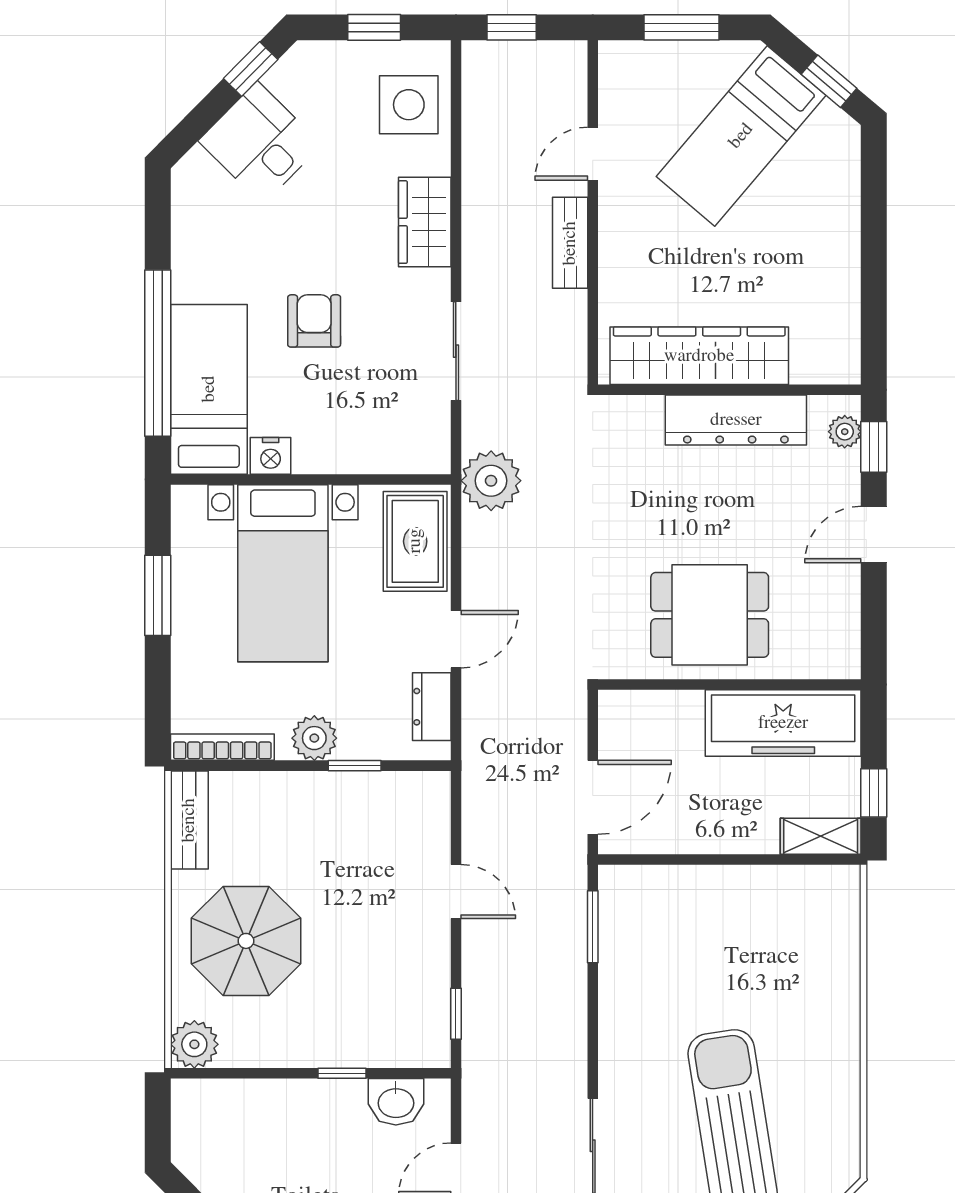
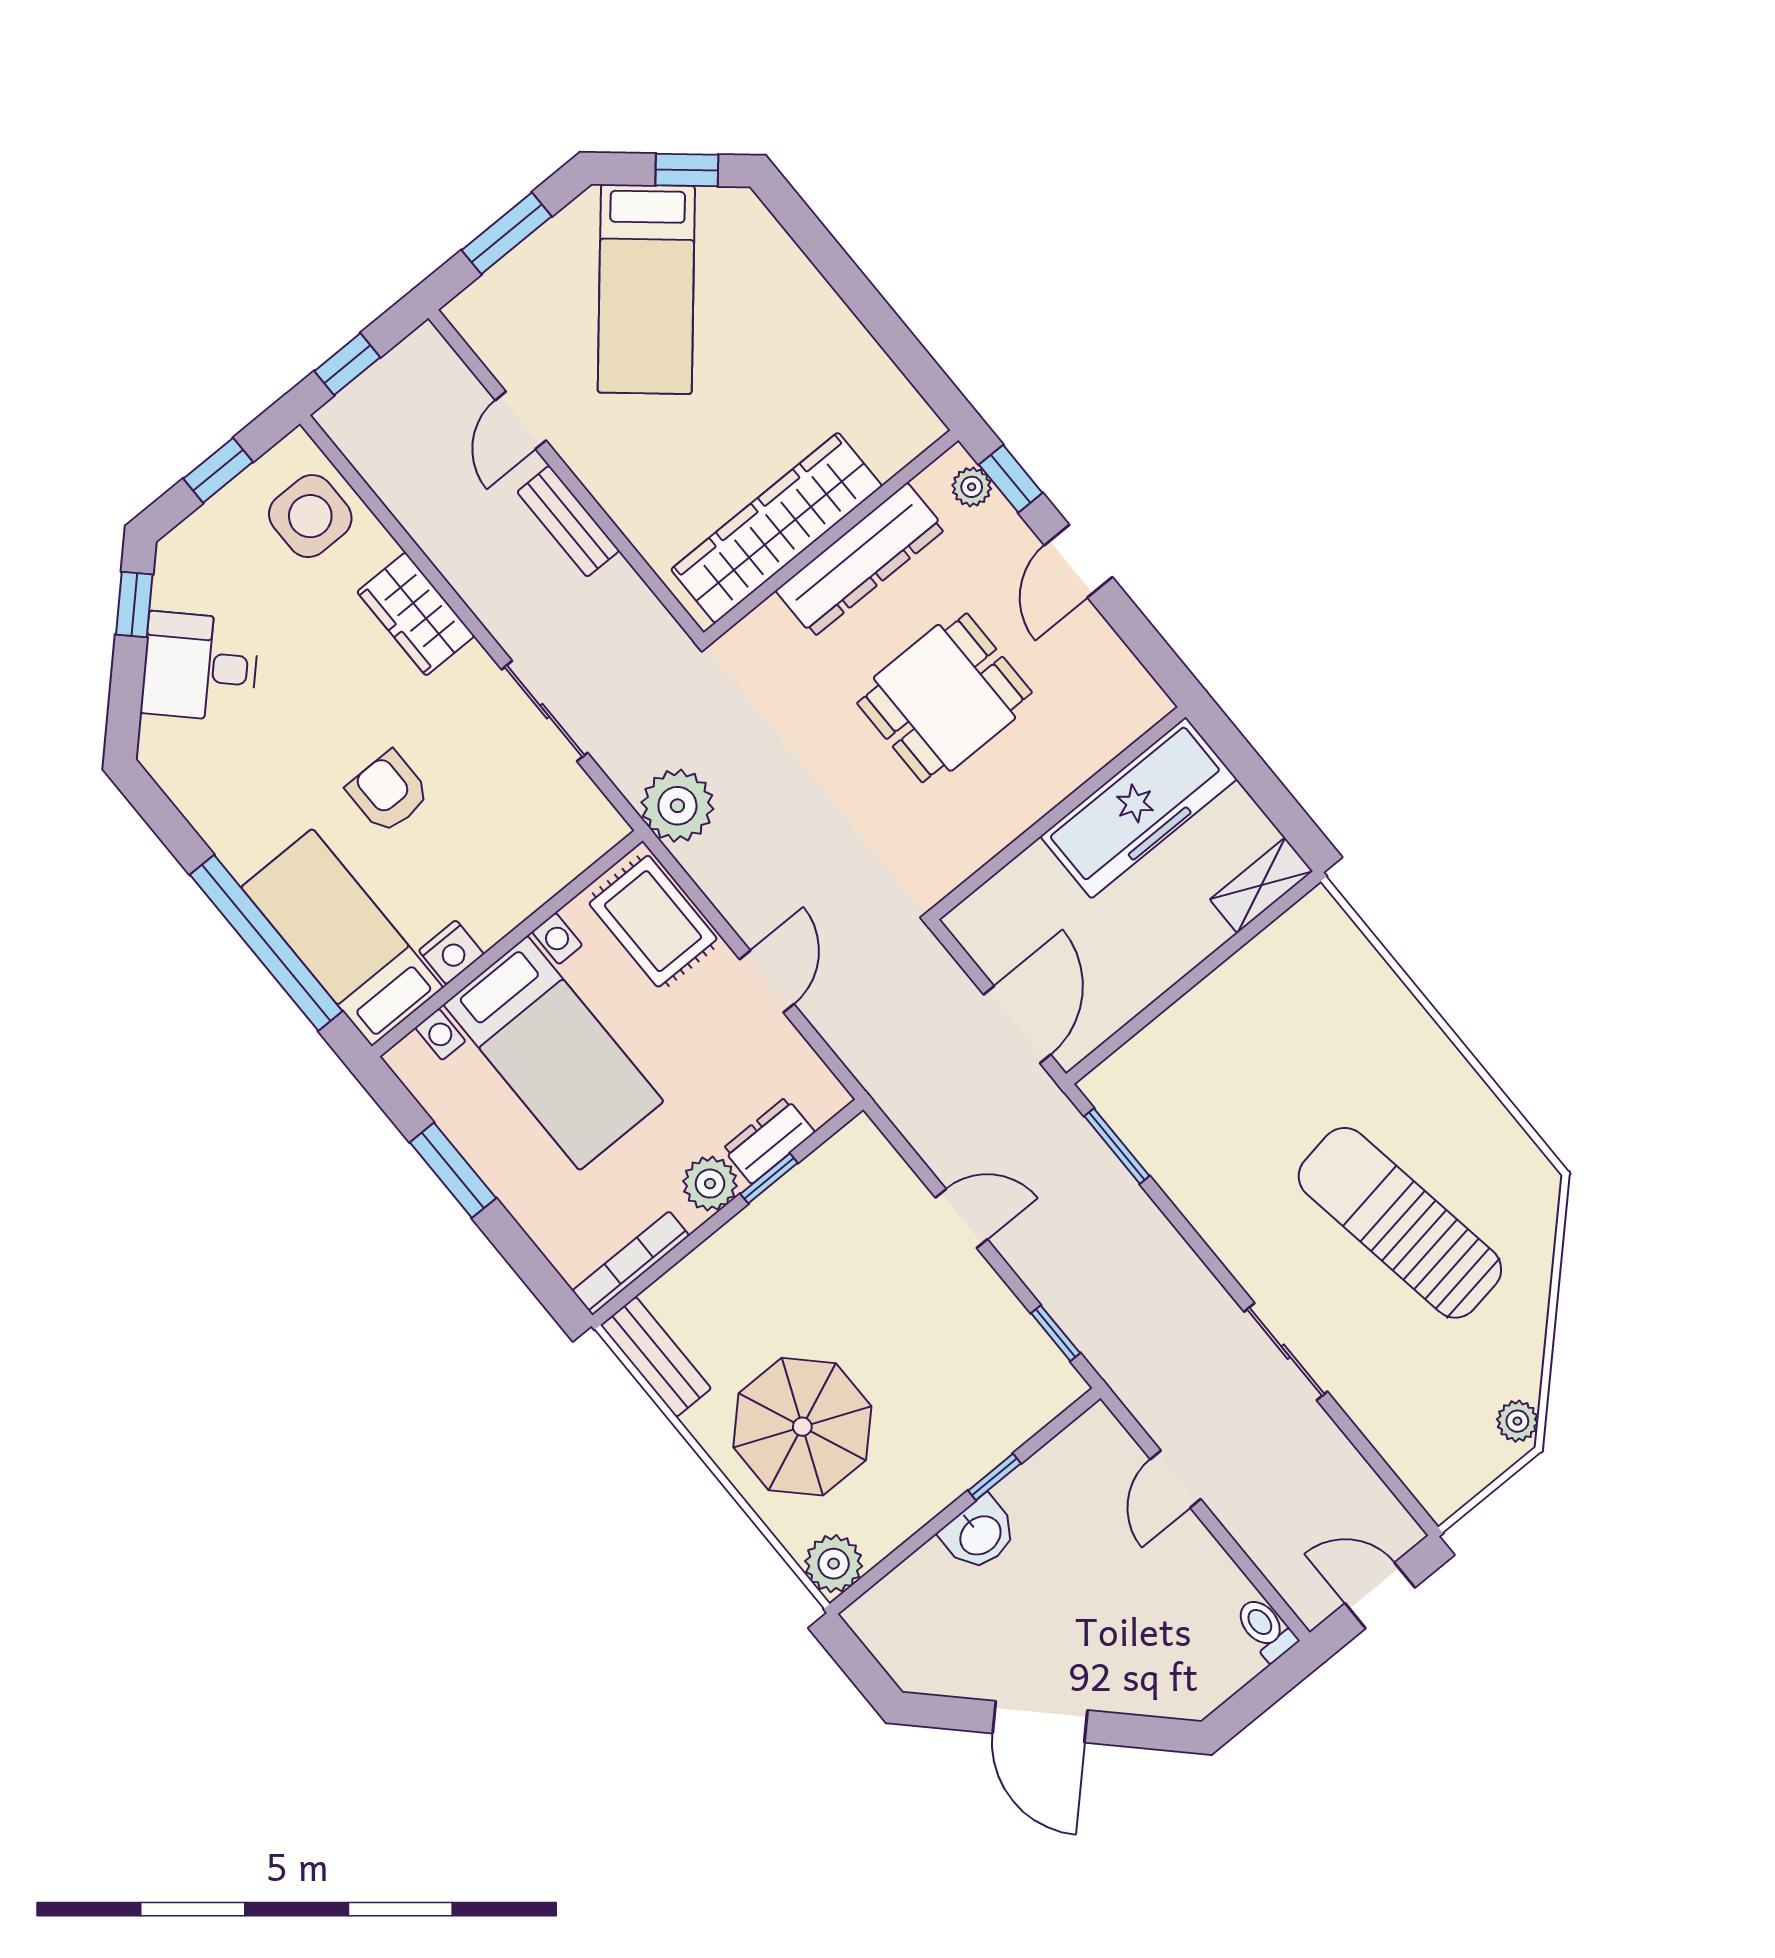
dining table: (710, 615) -> (944, 698), moved
dresser: (432, 707) -> (769, 1140), moved, turned 90
window: (874, 793) -> (1278, 804), removed
washbasin: (396, 1102) -> (979, 1534), moved

